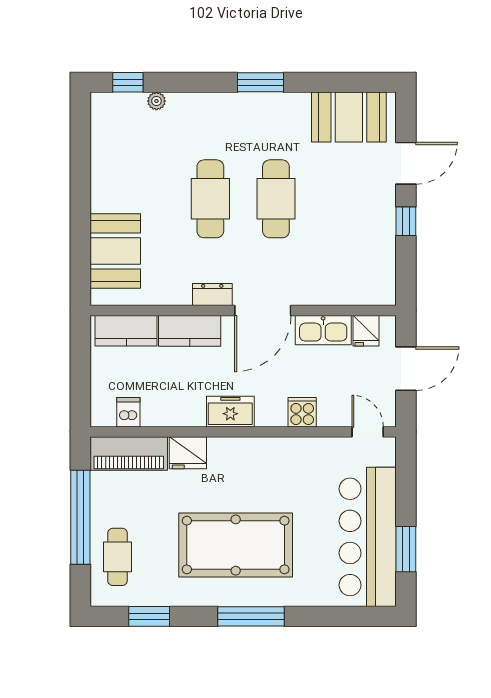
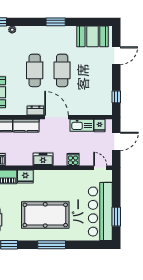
window: (406, 221) -> (116, 97), moved
door: (263, 310) -> (57, 117), swing flipped

